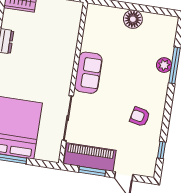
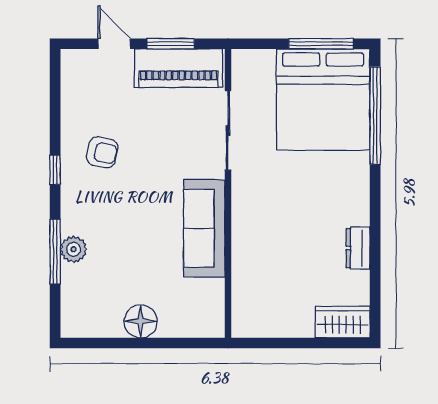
sofa: (88, 73) -> (204, 228), width x1.36
window: (161, 150) -> (55, 170), moved

